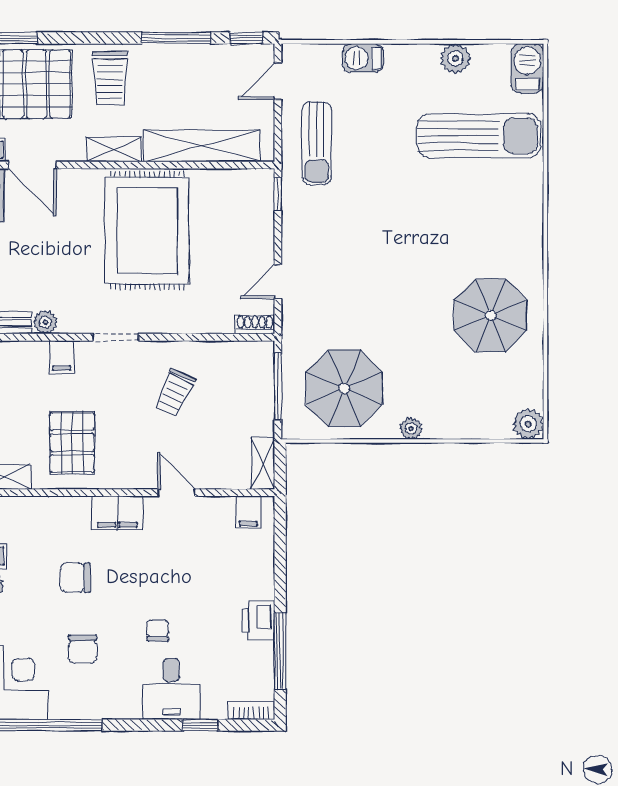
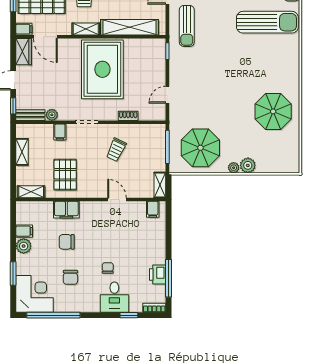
shoe rack: (255, 324) -> (128, 116), moved
plant: (528, 424) -> (248, 165), moved
filing cabinet: (117, 513) -> (66, 210), moved
printer: (258, 620) -> (158, 274), moved

